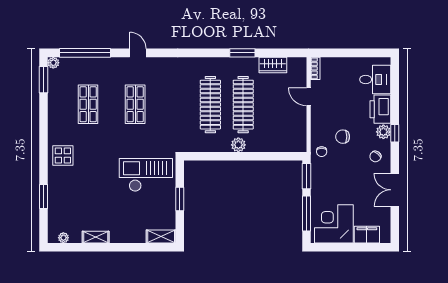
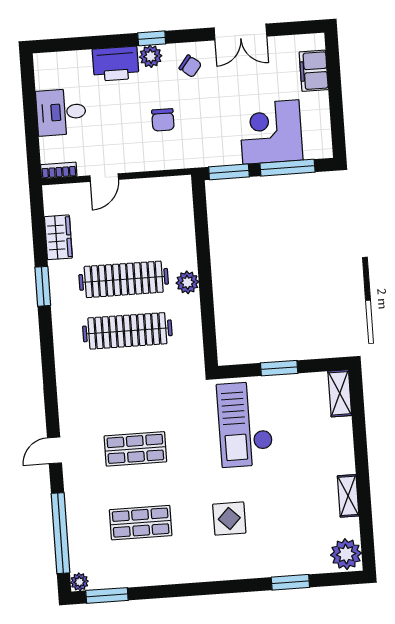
desk: (375, 80) -> (61, 112), moved, turned -90
chair: (322, 152) -> (189, 151), removed
display table: (63, 156) -> (229, 519), moved
corner desk: (334, 224) -> (271, 132), moved, turned 90
plant: (63, 238) -> (346, 554), width x1.88, depth x1.88

